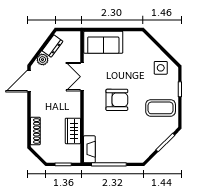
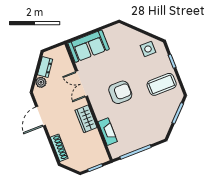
door: (29, 81) -> (40, 116), moved
wardrobe: (73, 131) -> (86, 119), moved
fireplace: (89, 149) -> (108, 132), moved

